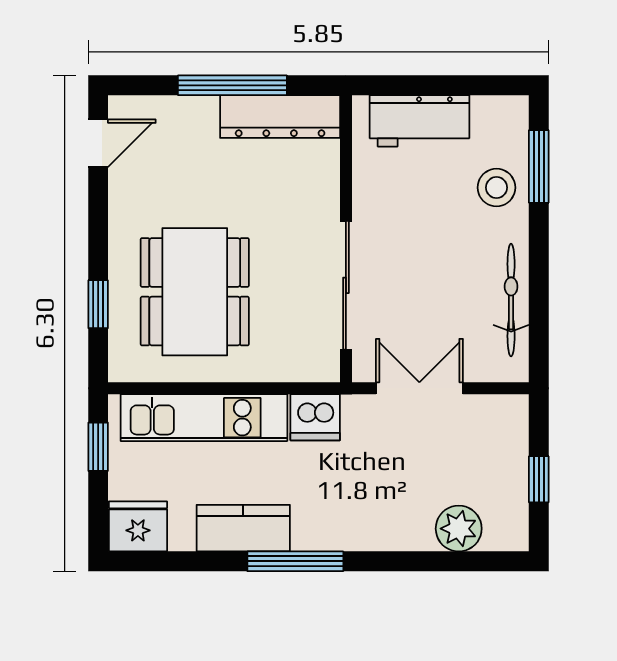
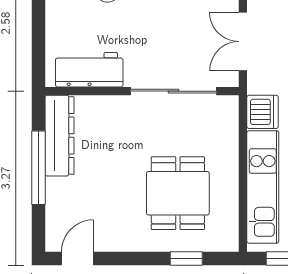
workbench: (419, 121) -> (89, 70), moved, turned -90
door: (98, 143) -> (78, 258), hinge flipped
dining table: (195, 292) -> (178, 193), width x0.73

